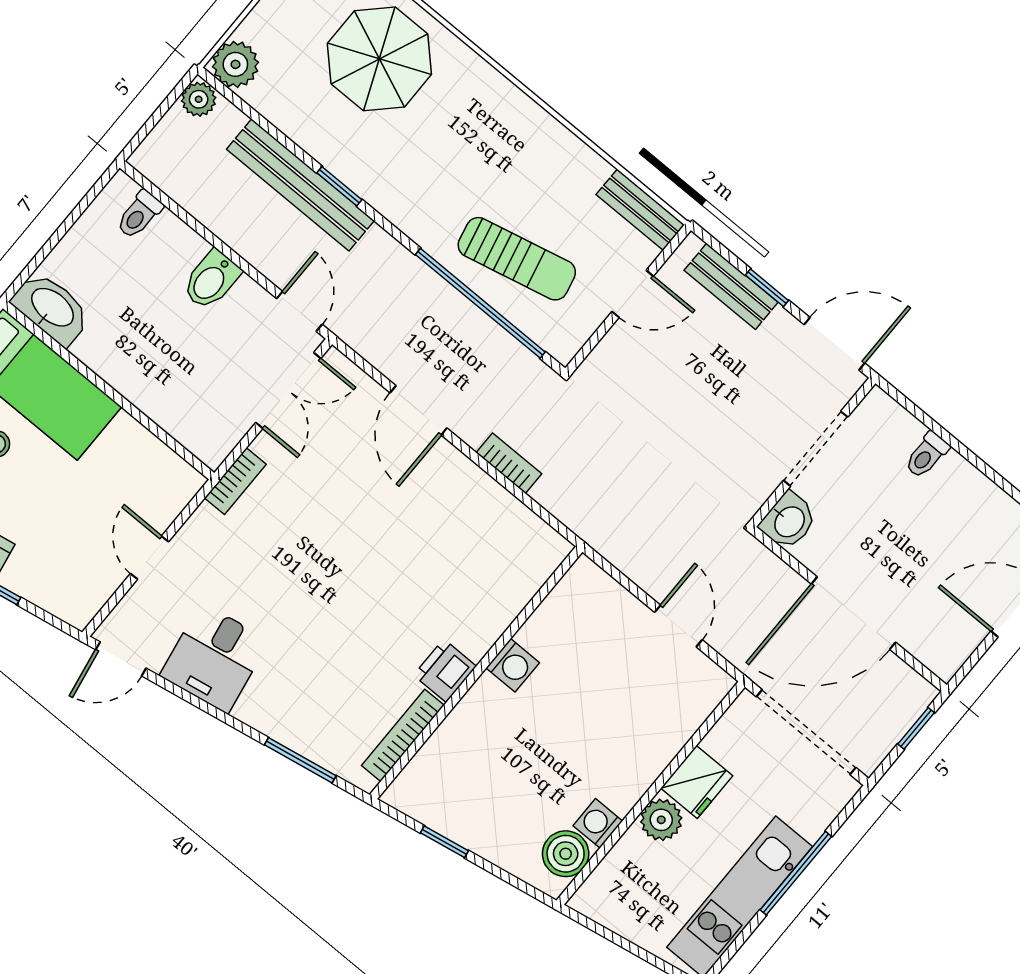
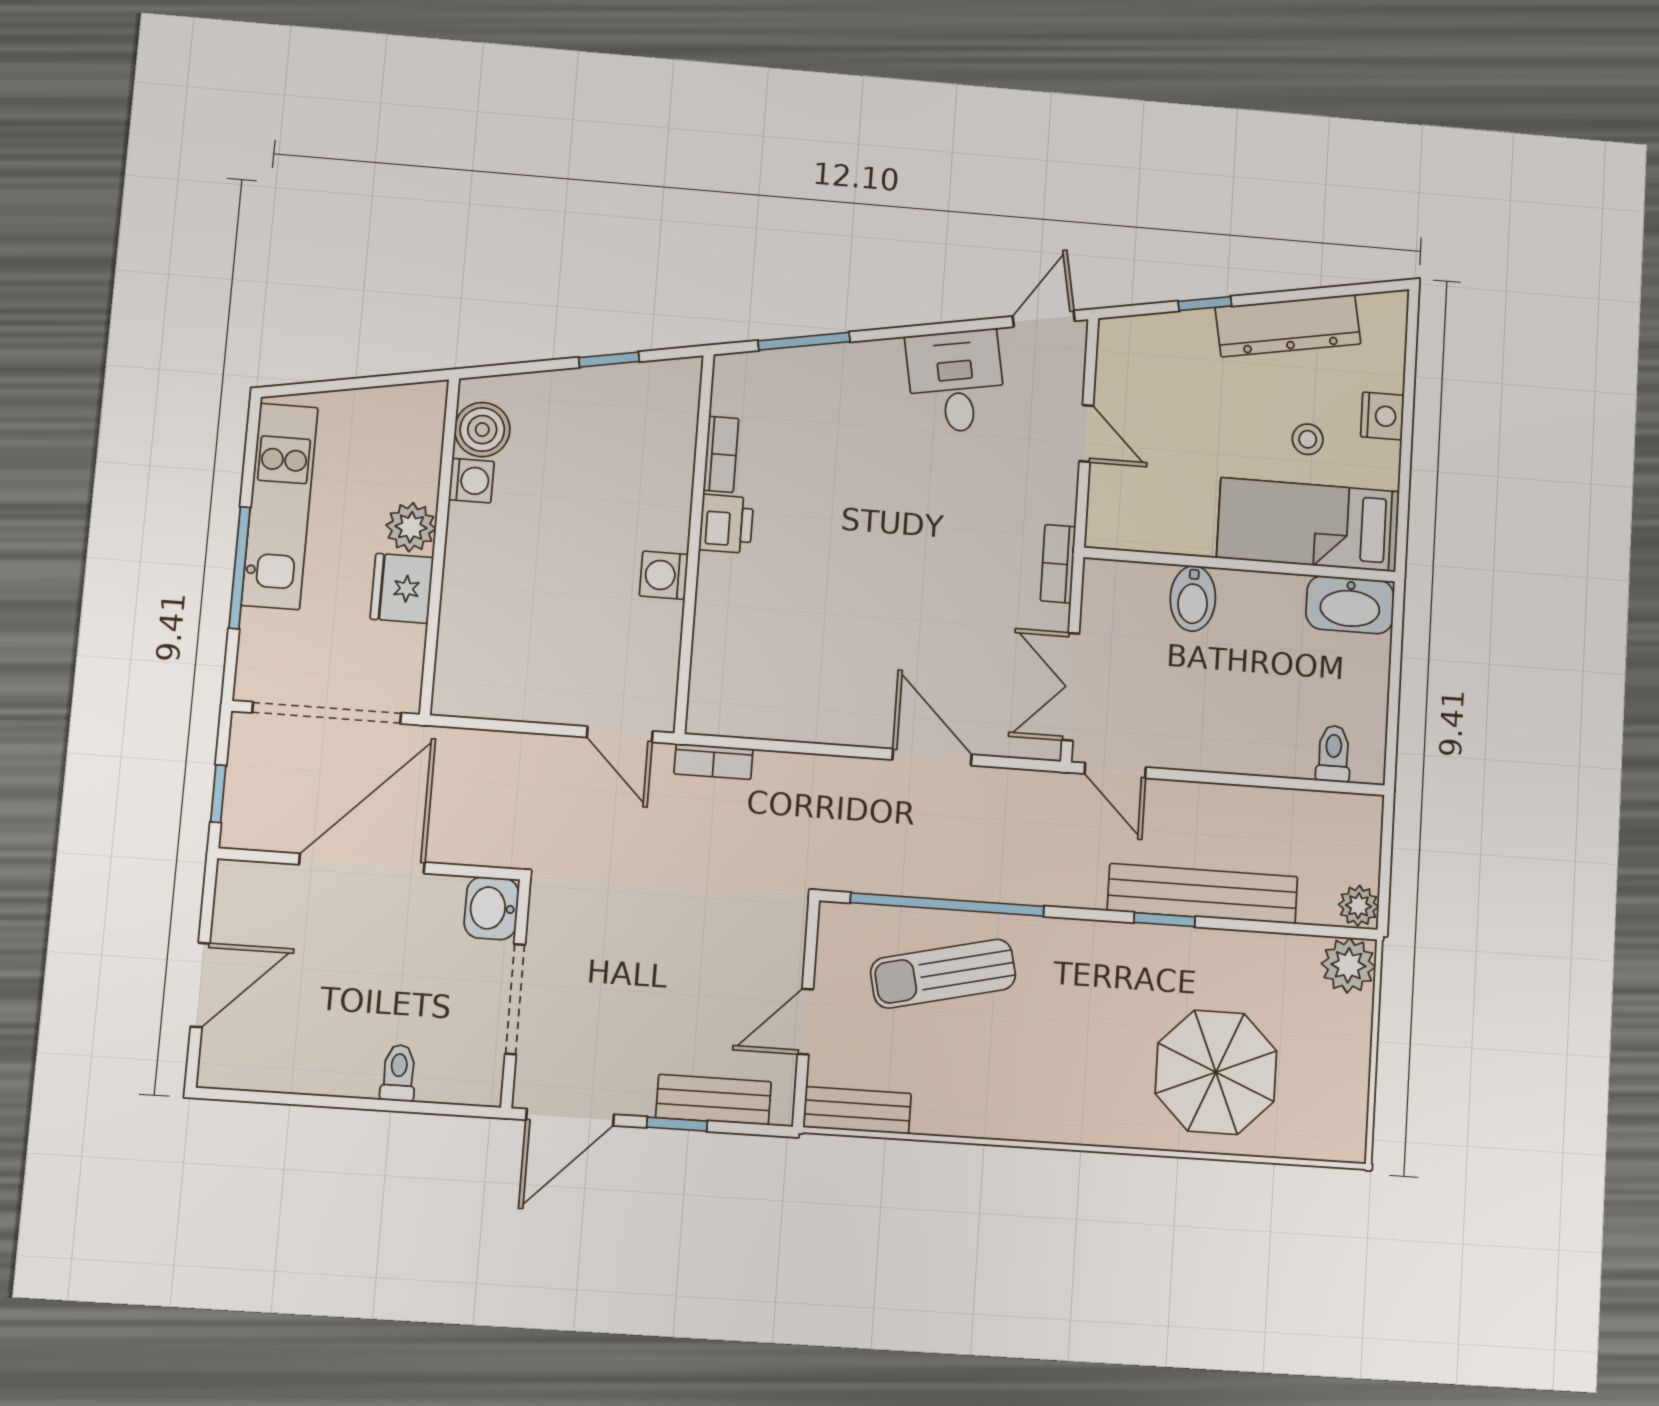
bidet: (211, 280) -> (1193, 598), moved, turned 180
bookcase: (509, 463) -> (713, 761), moved
door: (678, 626) -> (620, 734), moved
bookcase: (403, 735) -> (721, 454), width x0.64

